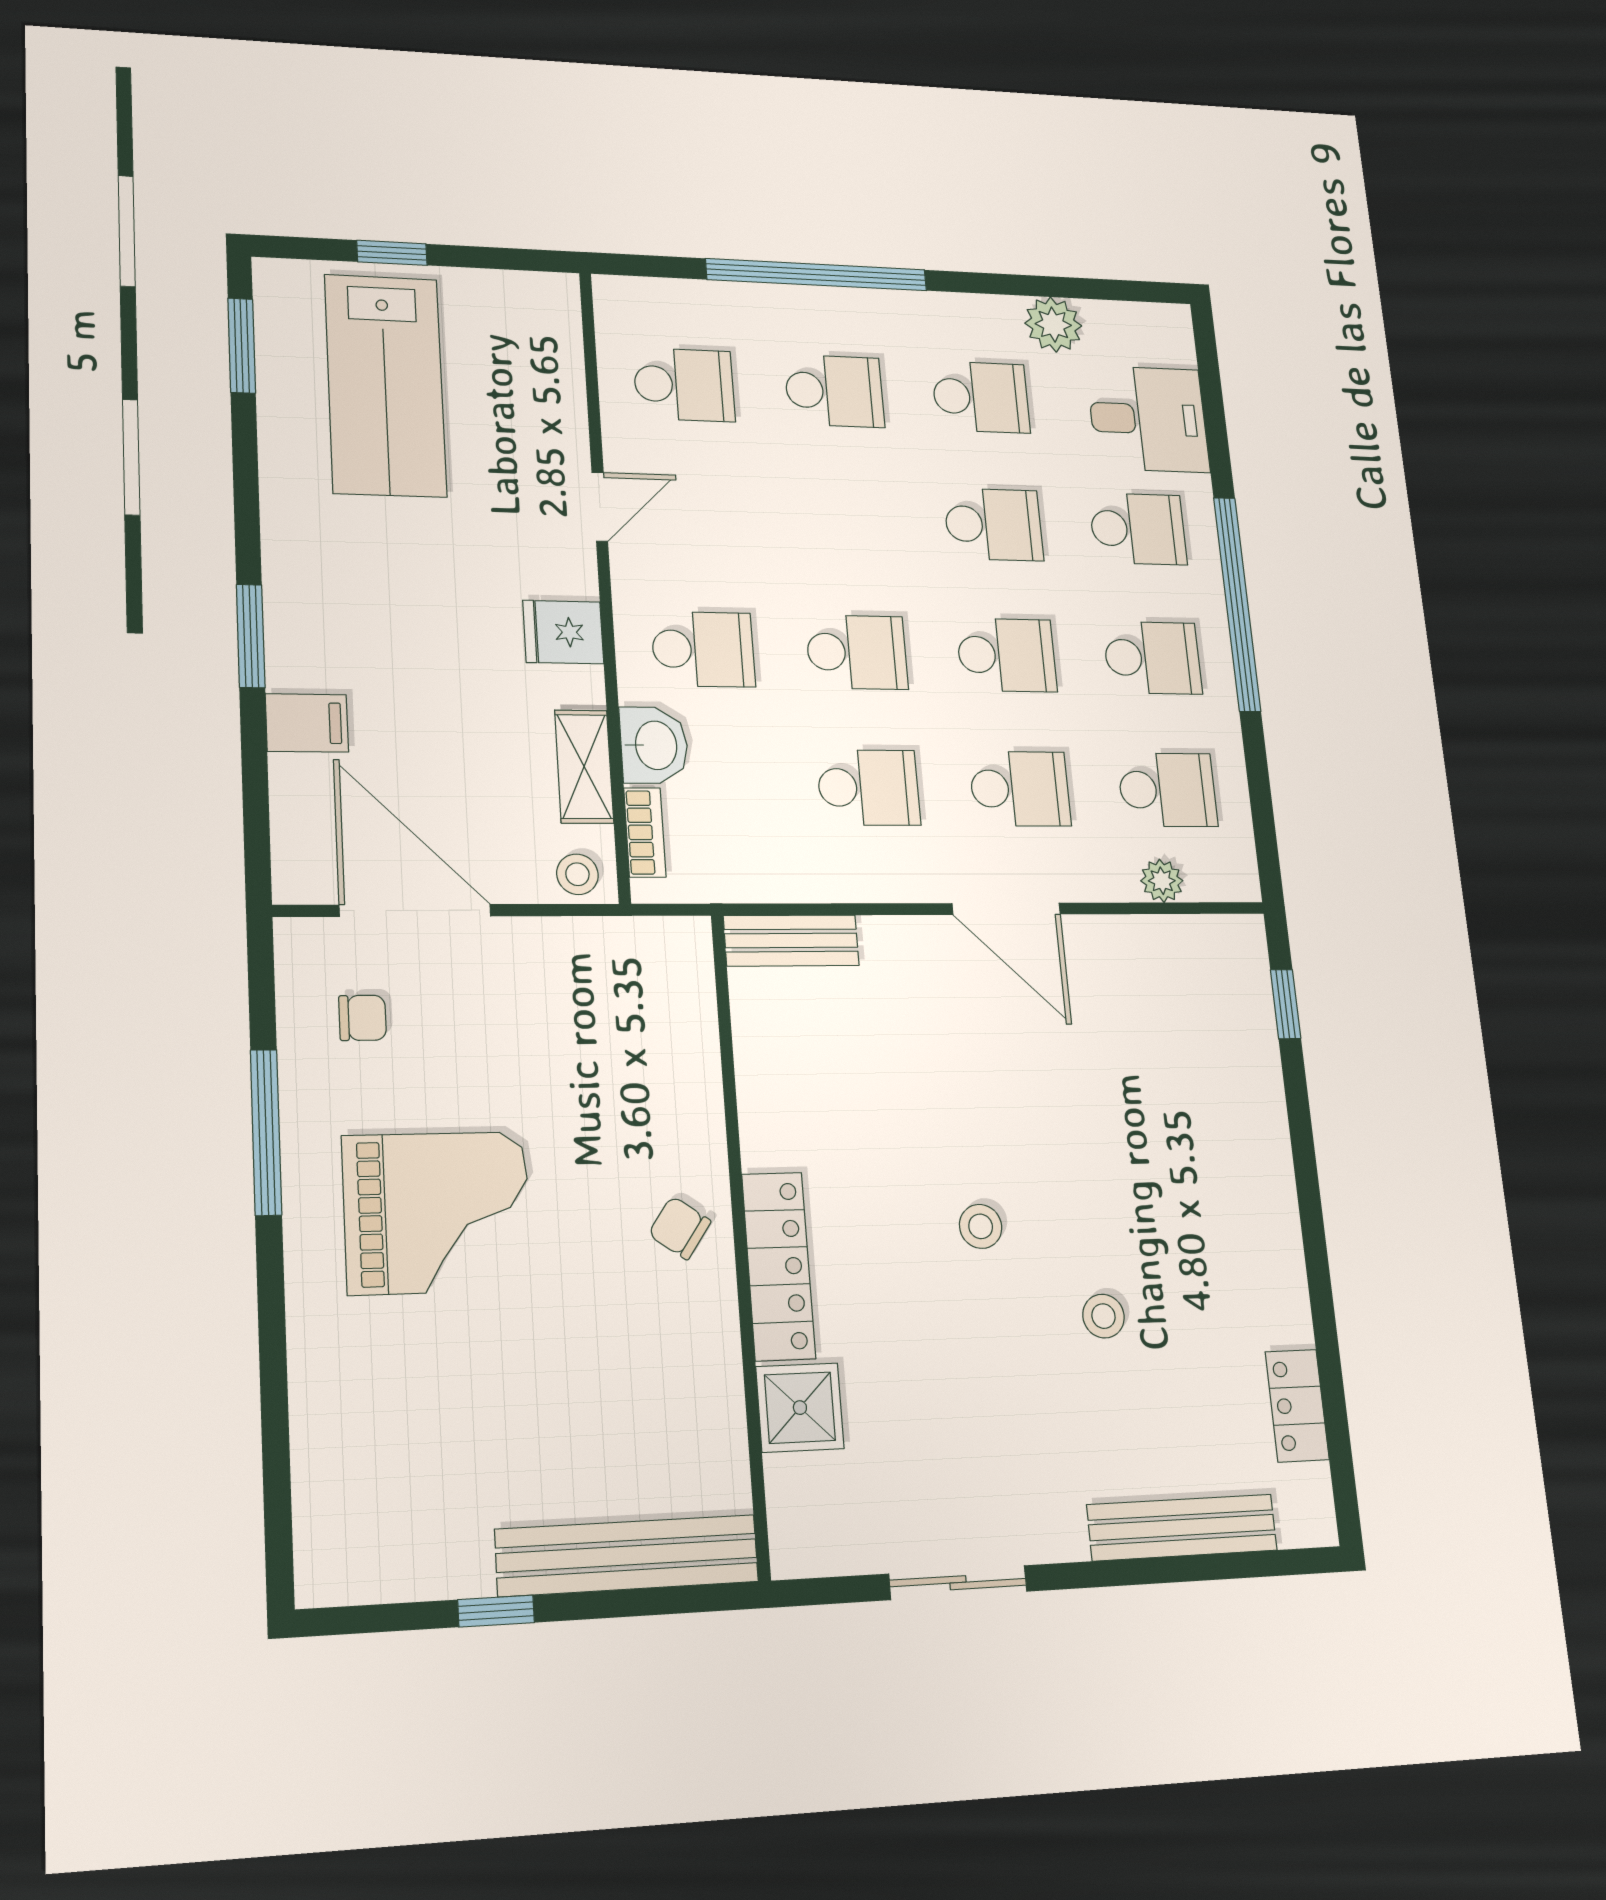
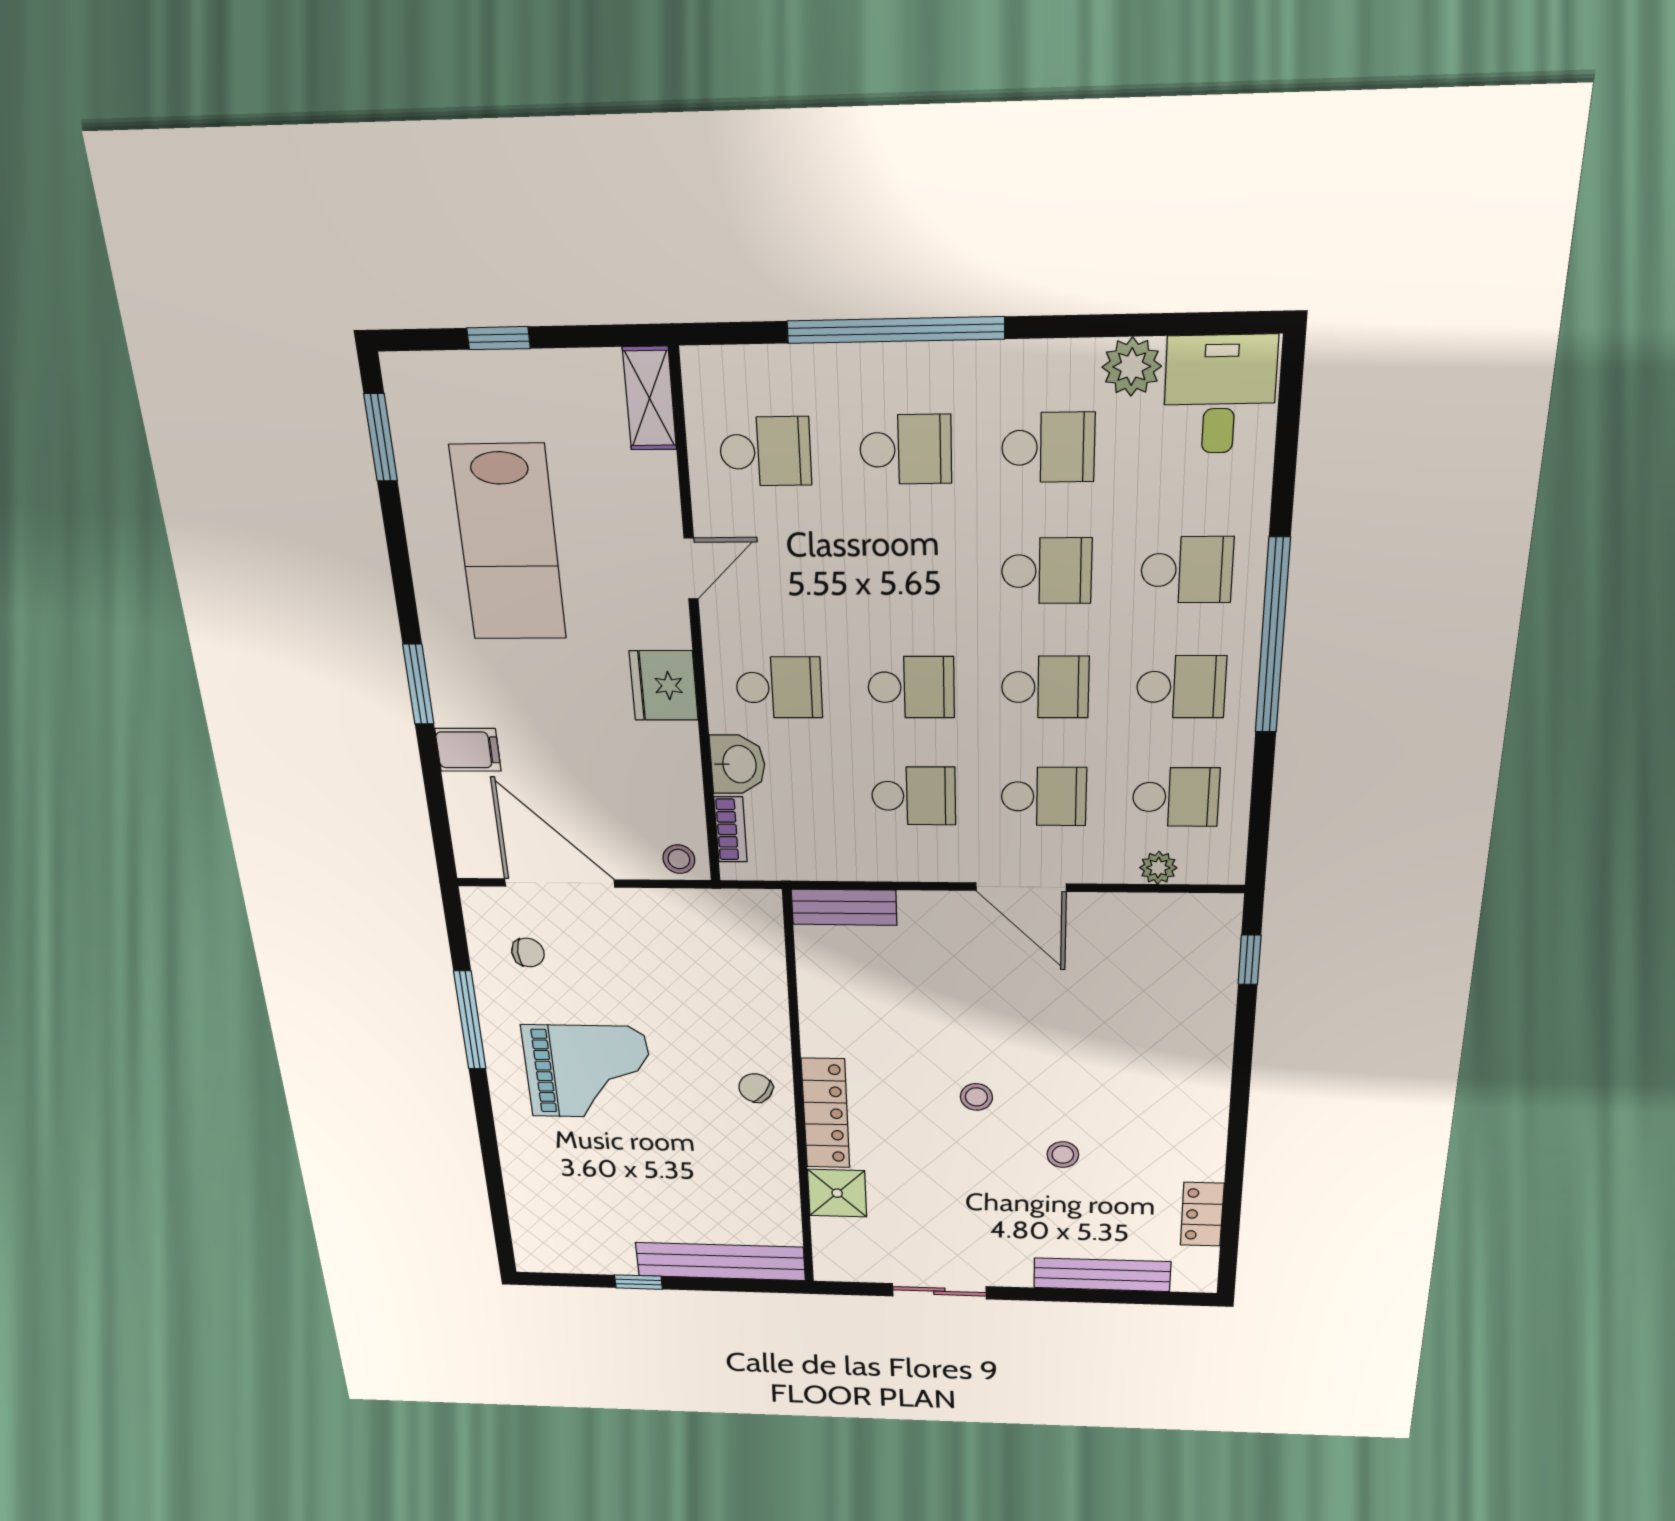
lab bench: (385, 385) -> (509, 543), moved
desk: (1148, 419) -> (1220, 394), moved, turned -90
fridge: (563, 632) -> (664, 686), width x1.38
shelving: (584, 767) -> (650, 398), moved

